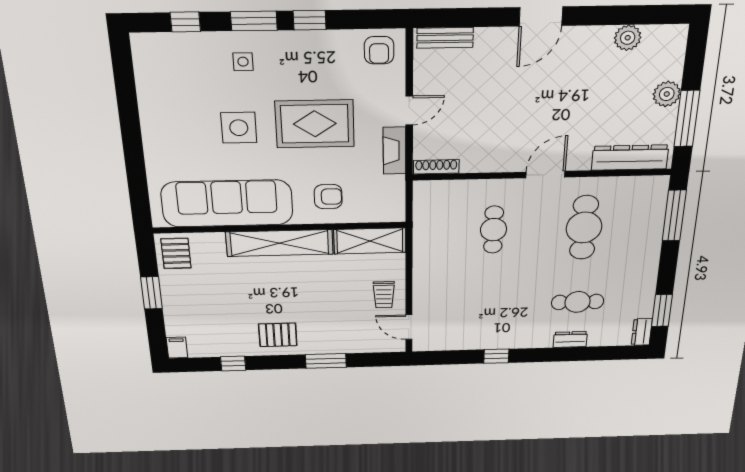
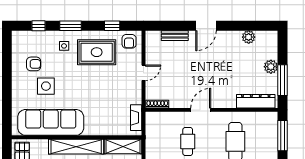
window: (310, 20) -> (112, 26), moved
bench: (445, 38) -> (175, 36), moved
rug: (315, 124) -> (97, 52), moved
side table: (239, 128) -> (46, 86), moved
fireplace: (394, 151) -> (136, 118), moved
door: (545, 175) -> (201, 110), moved
armchair: (328, 197) -> (34, 64), moved

